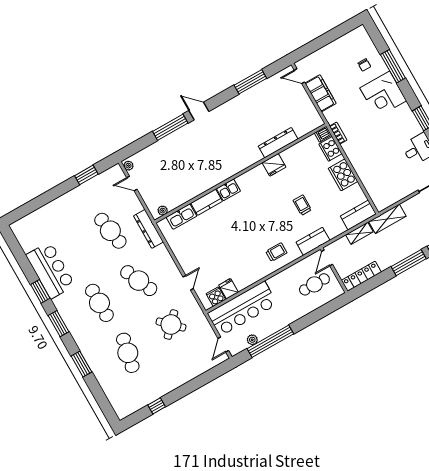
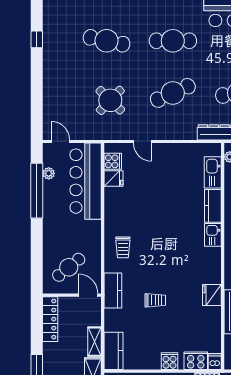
cooker: (343, 175) -> (170, 361), width x0.53, depth x0.76
cafe table: (314, 284) -> (69, 267), turned 51

